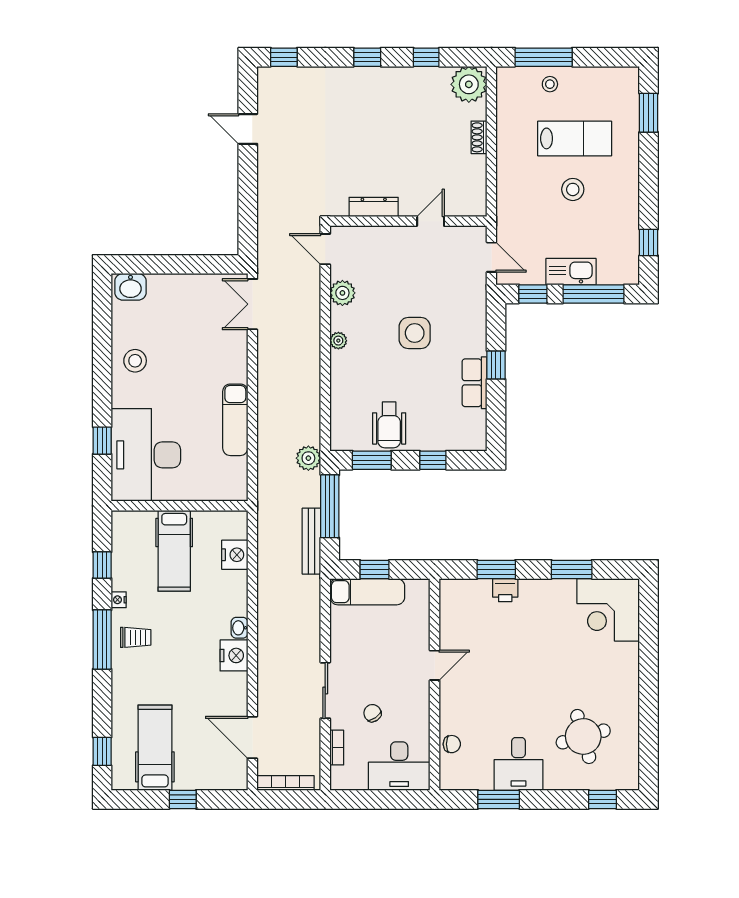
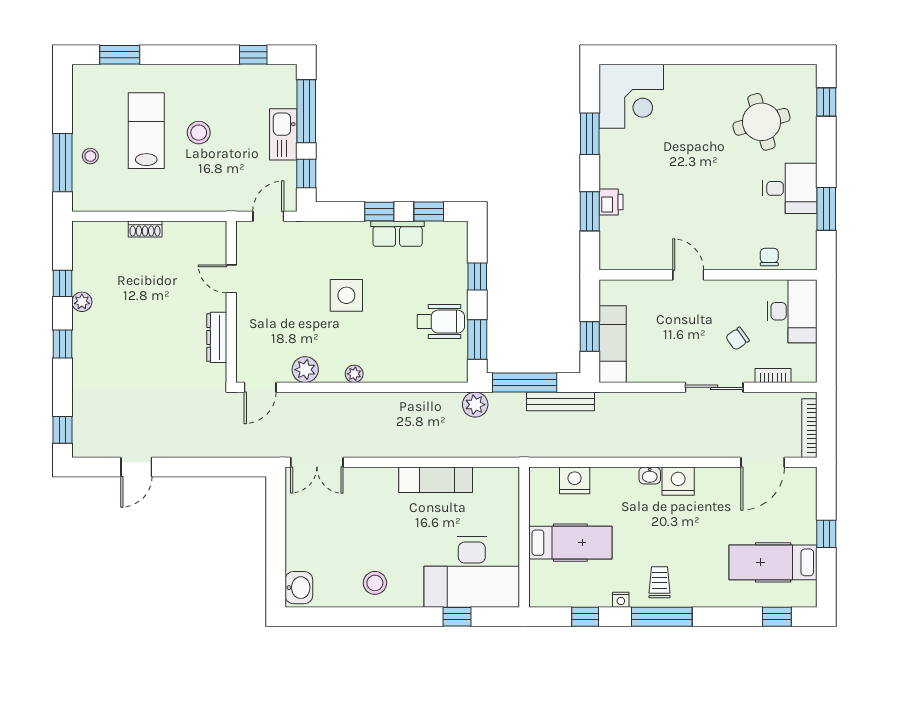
plant: (469, 84) -> (82, 302), moved, width x0.53, depth x0.53
window: (496, 413) -> (429, 212), added

